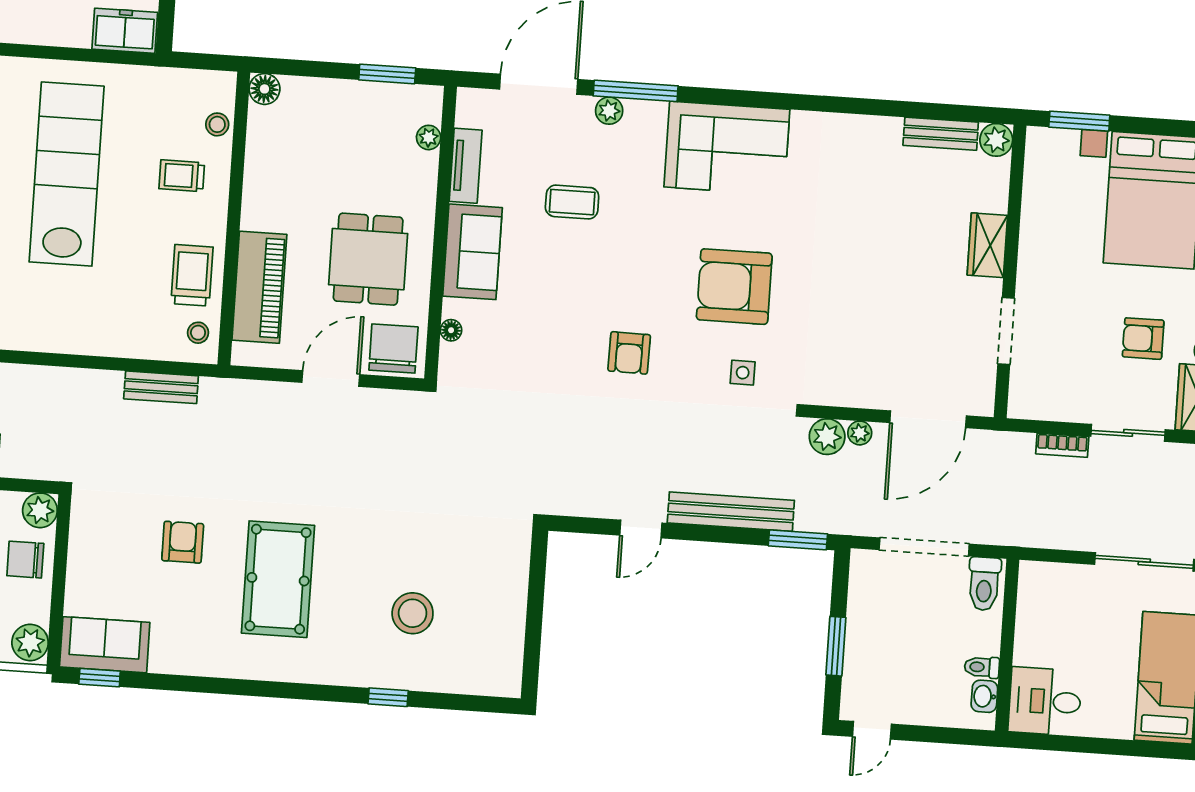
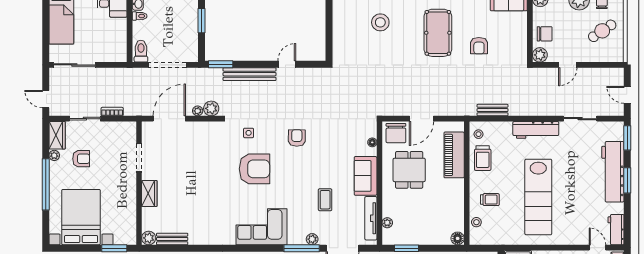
tv unit: (466, 166) -> (371, 218), width x1.41
coffee table: (572, 202) -> (325, 200), turned 90
workbench: (62, 333) -> (536, 130), added

